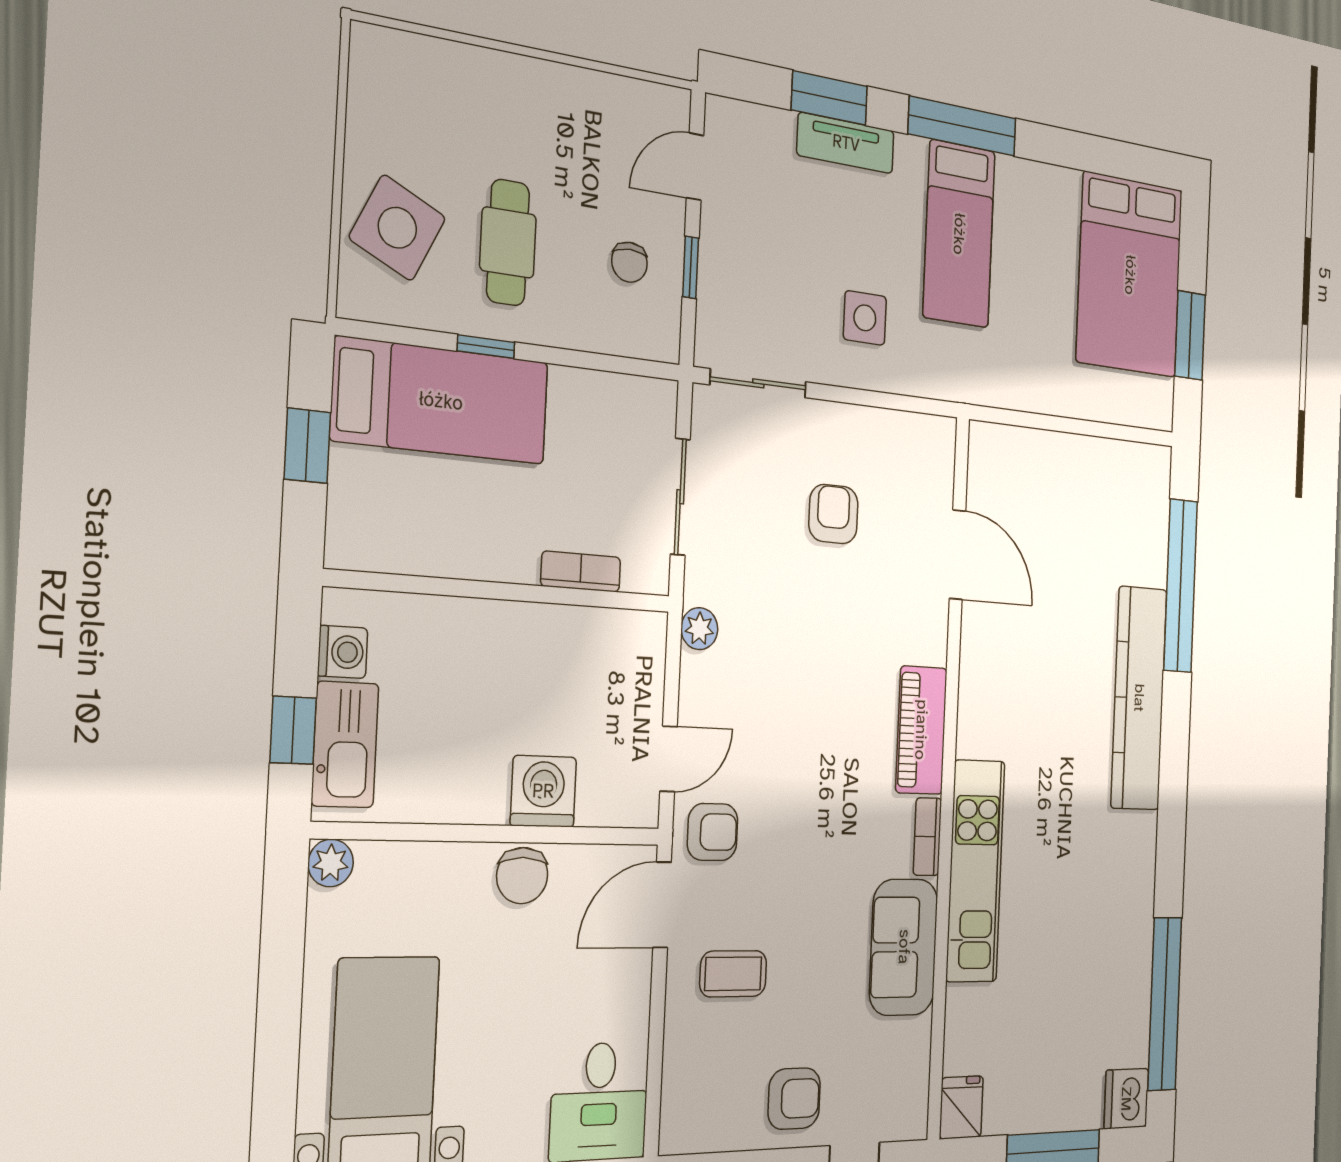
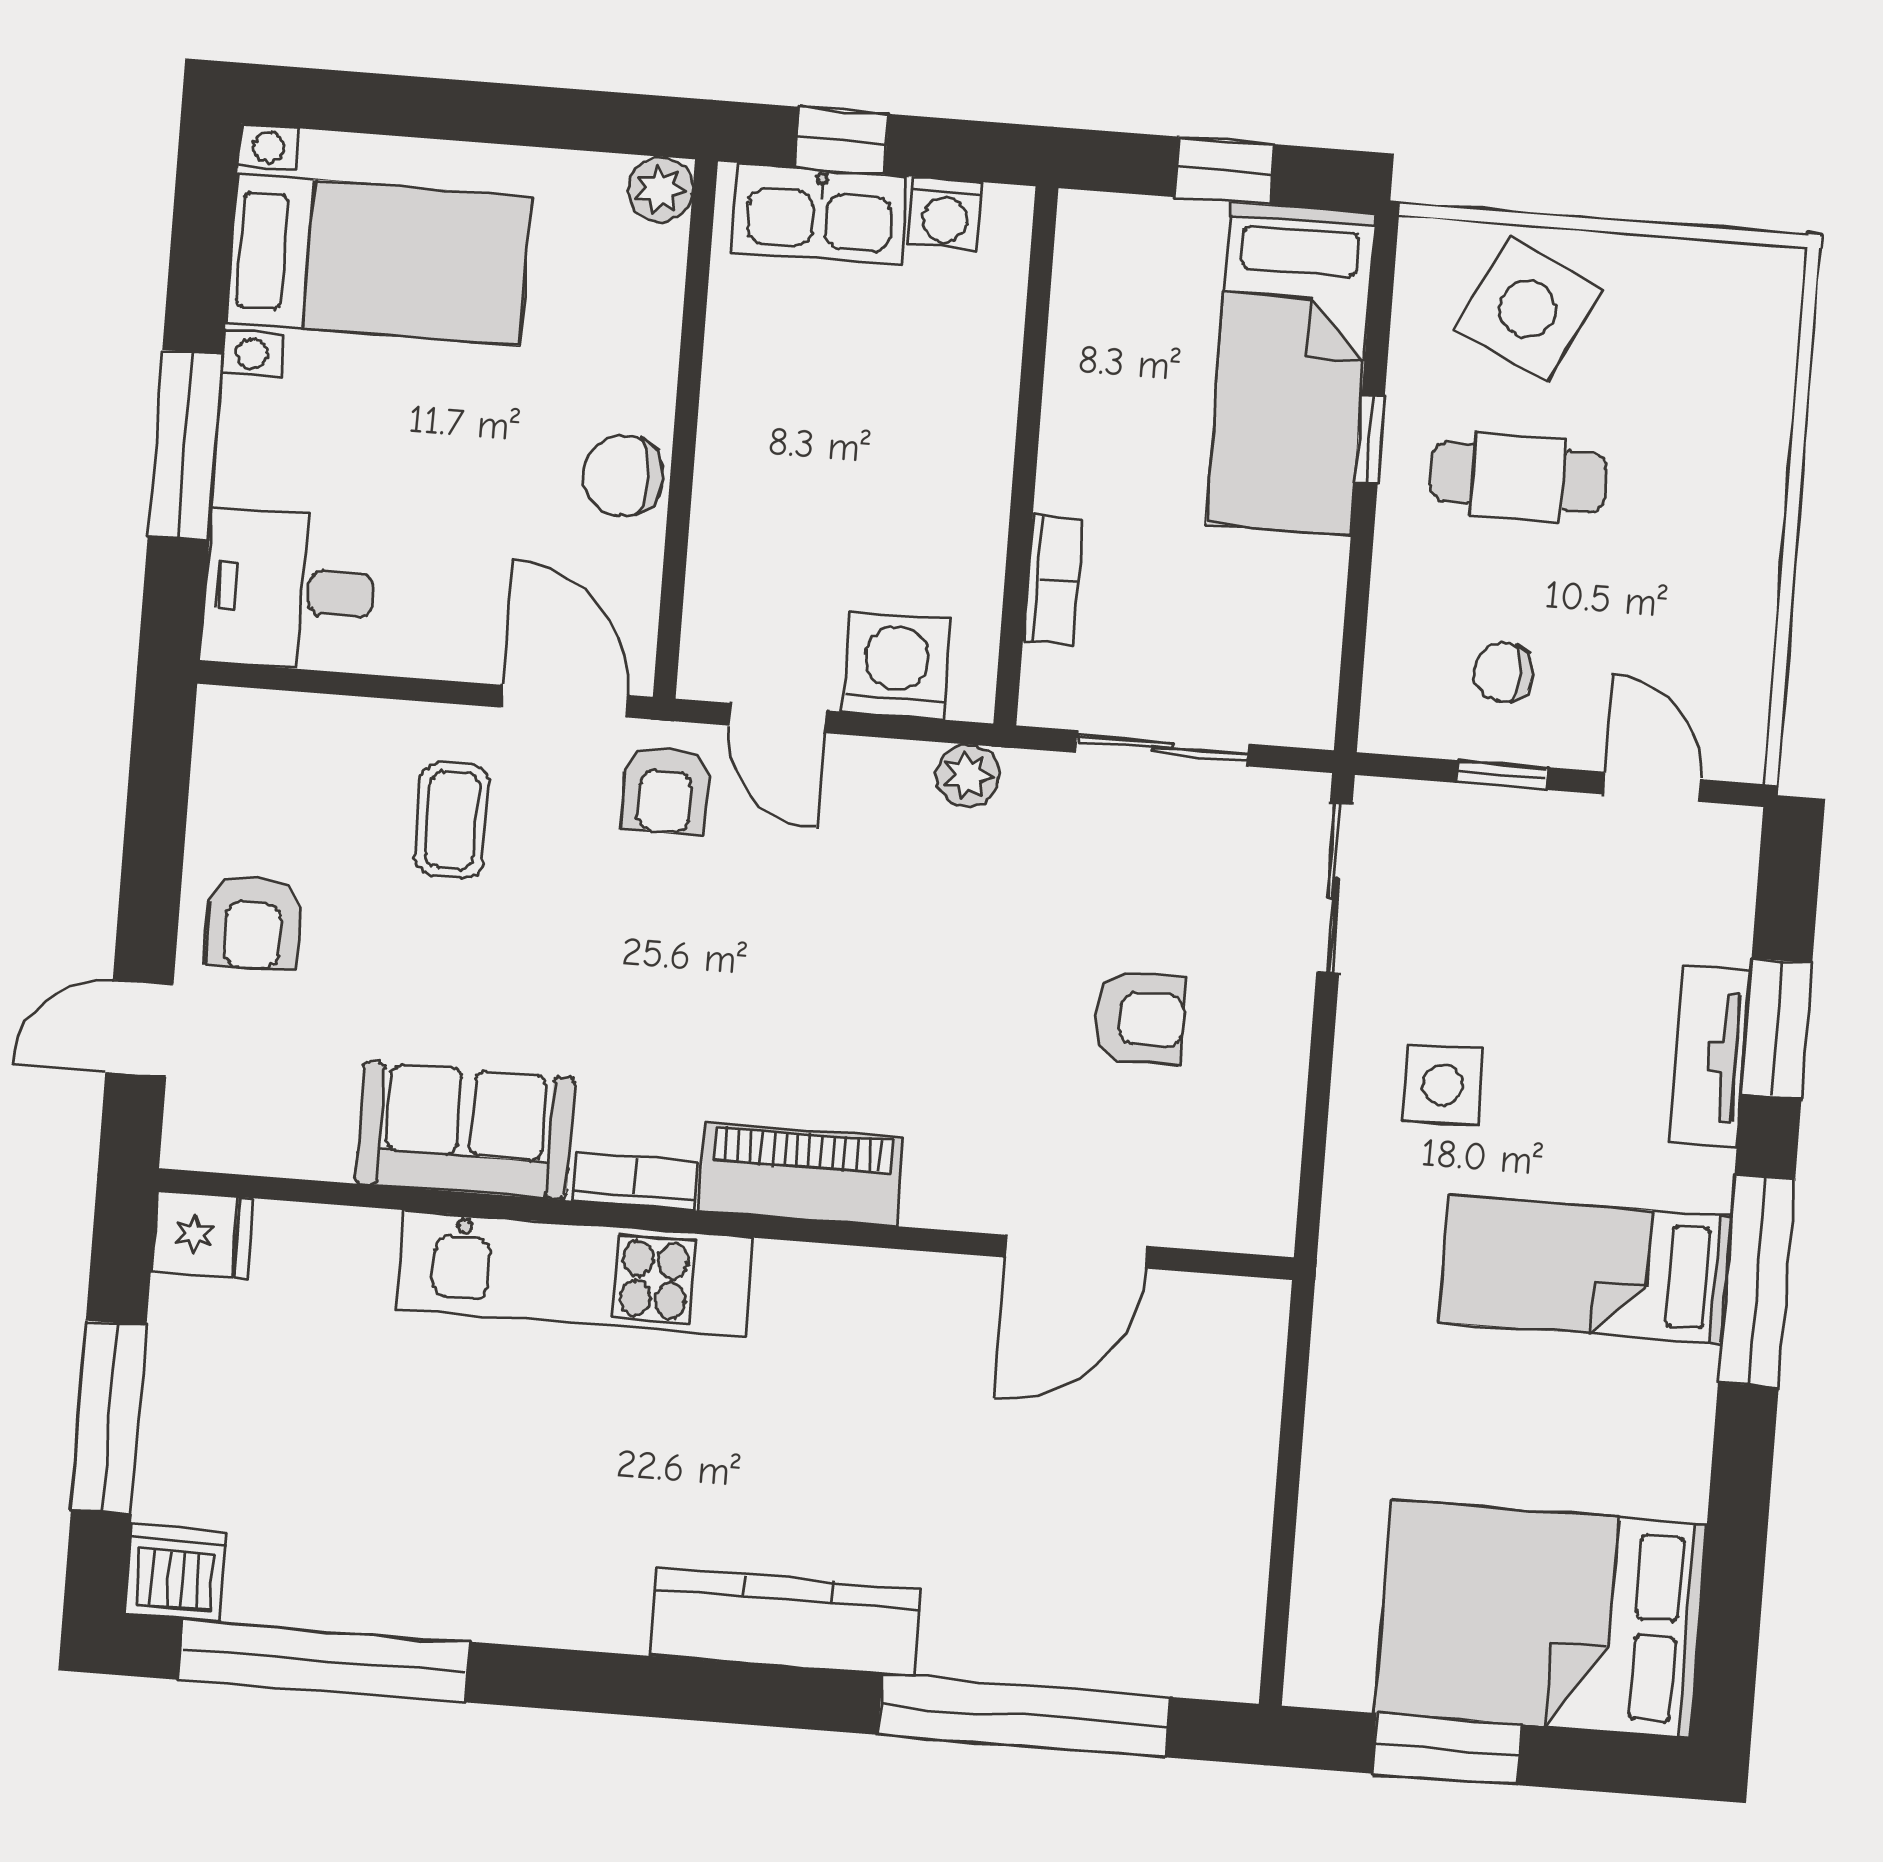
kitchen counter: (1139, 698) -> (785, 1622), width x0.72, depth x0.86
washing machine: (543, 791) -> (897, 666), moved, turned -90

